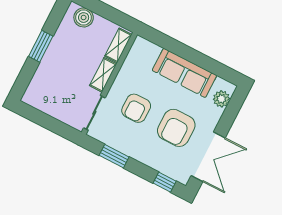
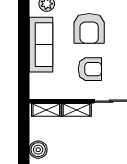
armchair: (176, 128) -> (89, 28), turned 90

